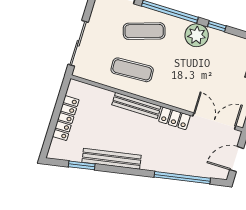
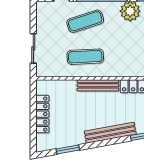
sliding door: (78, 43) -> (33, 48), width x0.73
bench: (112, 159) -> (110, 133), moved

